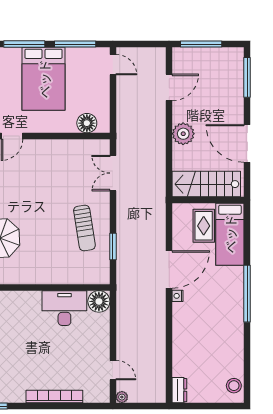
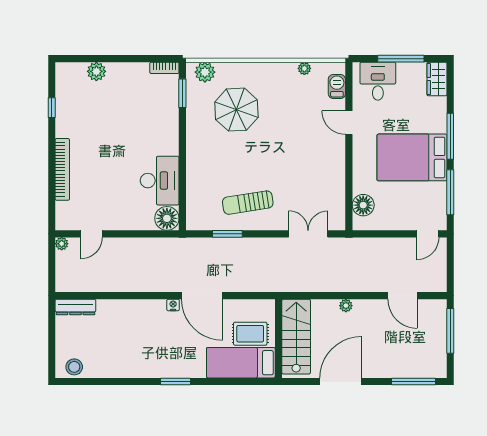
plant: (183, 134) -> (346, 306), width x0.53, depth x0.53
window: (247, 294) -> (176, 382), width x0.47
dresser: (179, 390) -> (75, 307), width x1.44

